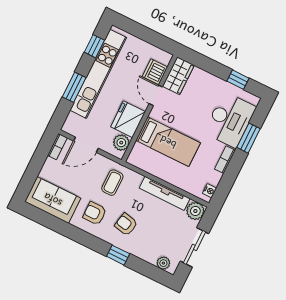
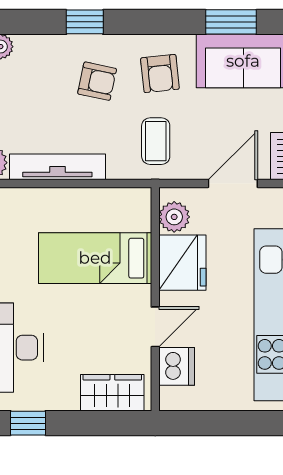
wardrobe: (178, 76) -> (112, 393), moved, turned 90
door: (156, 95) -> (155, 327), hinge flipped
armchair: (95, 213) -> (160, 74), turned 84
window: (49, 221) -> (231, 22), added

